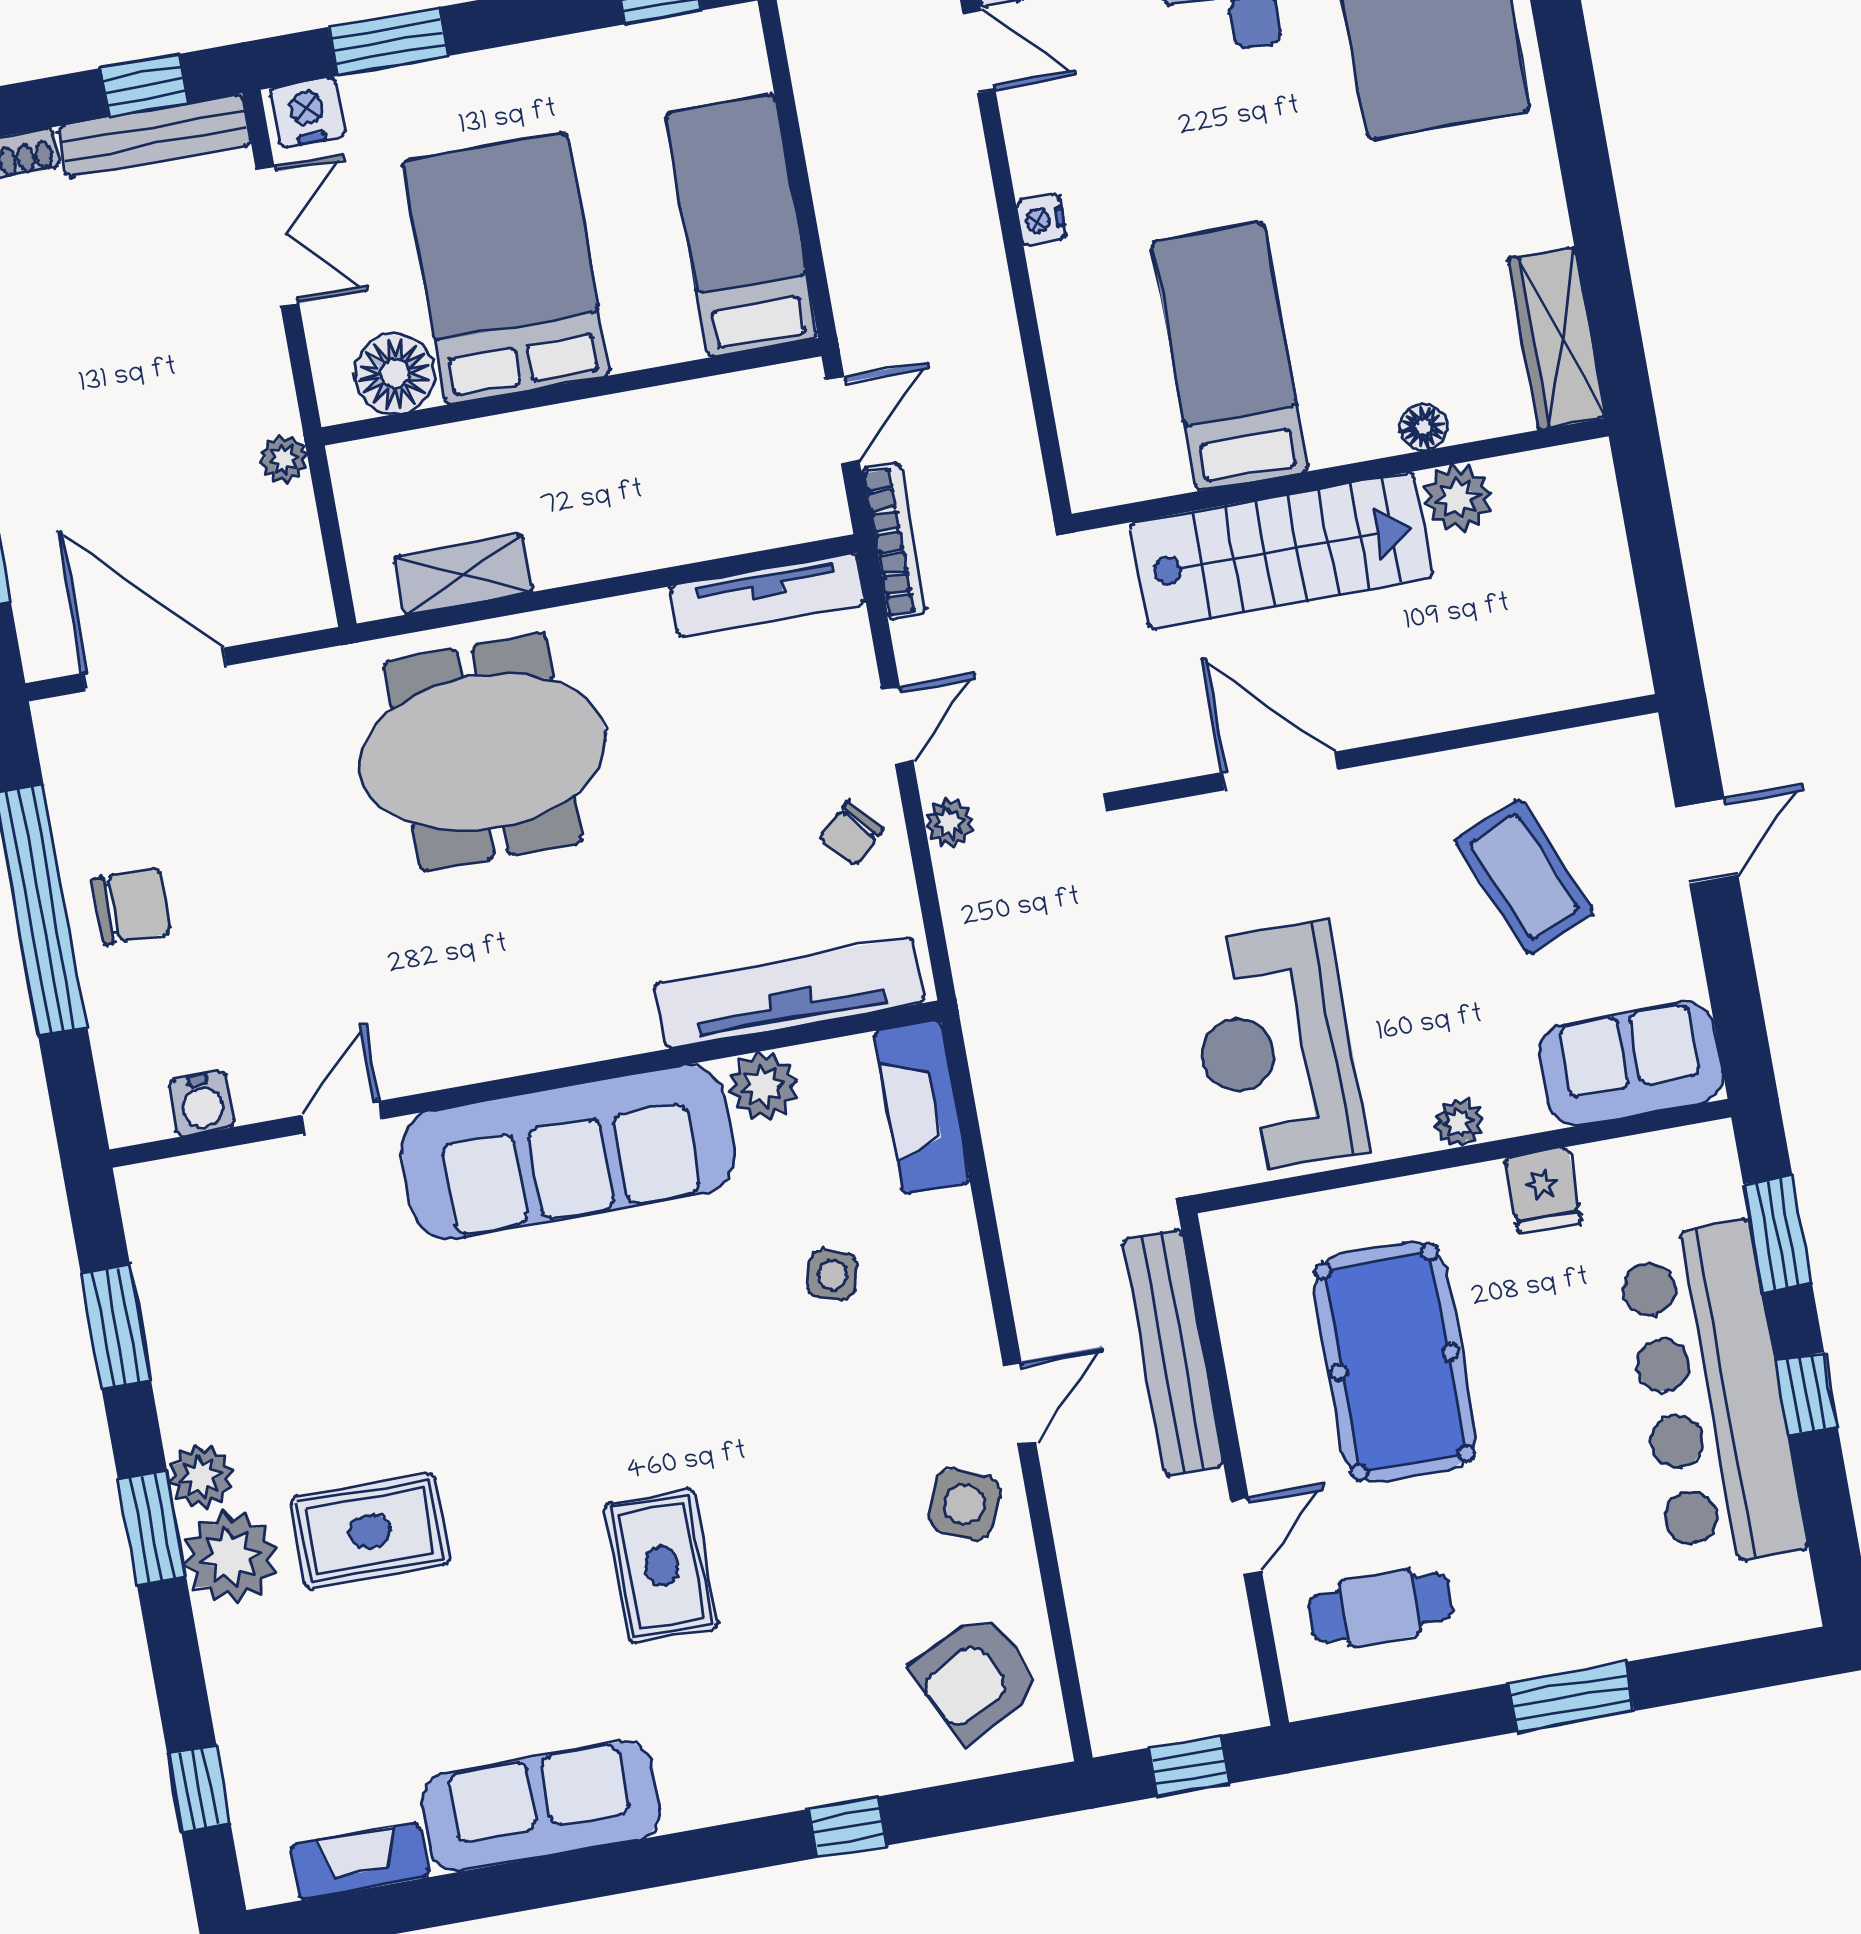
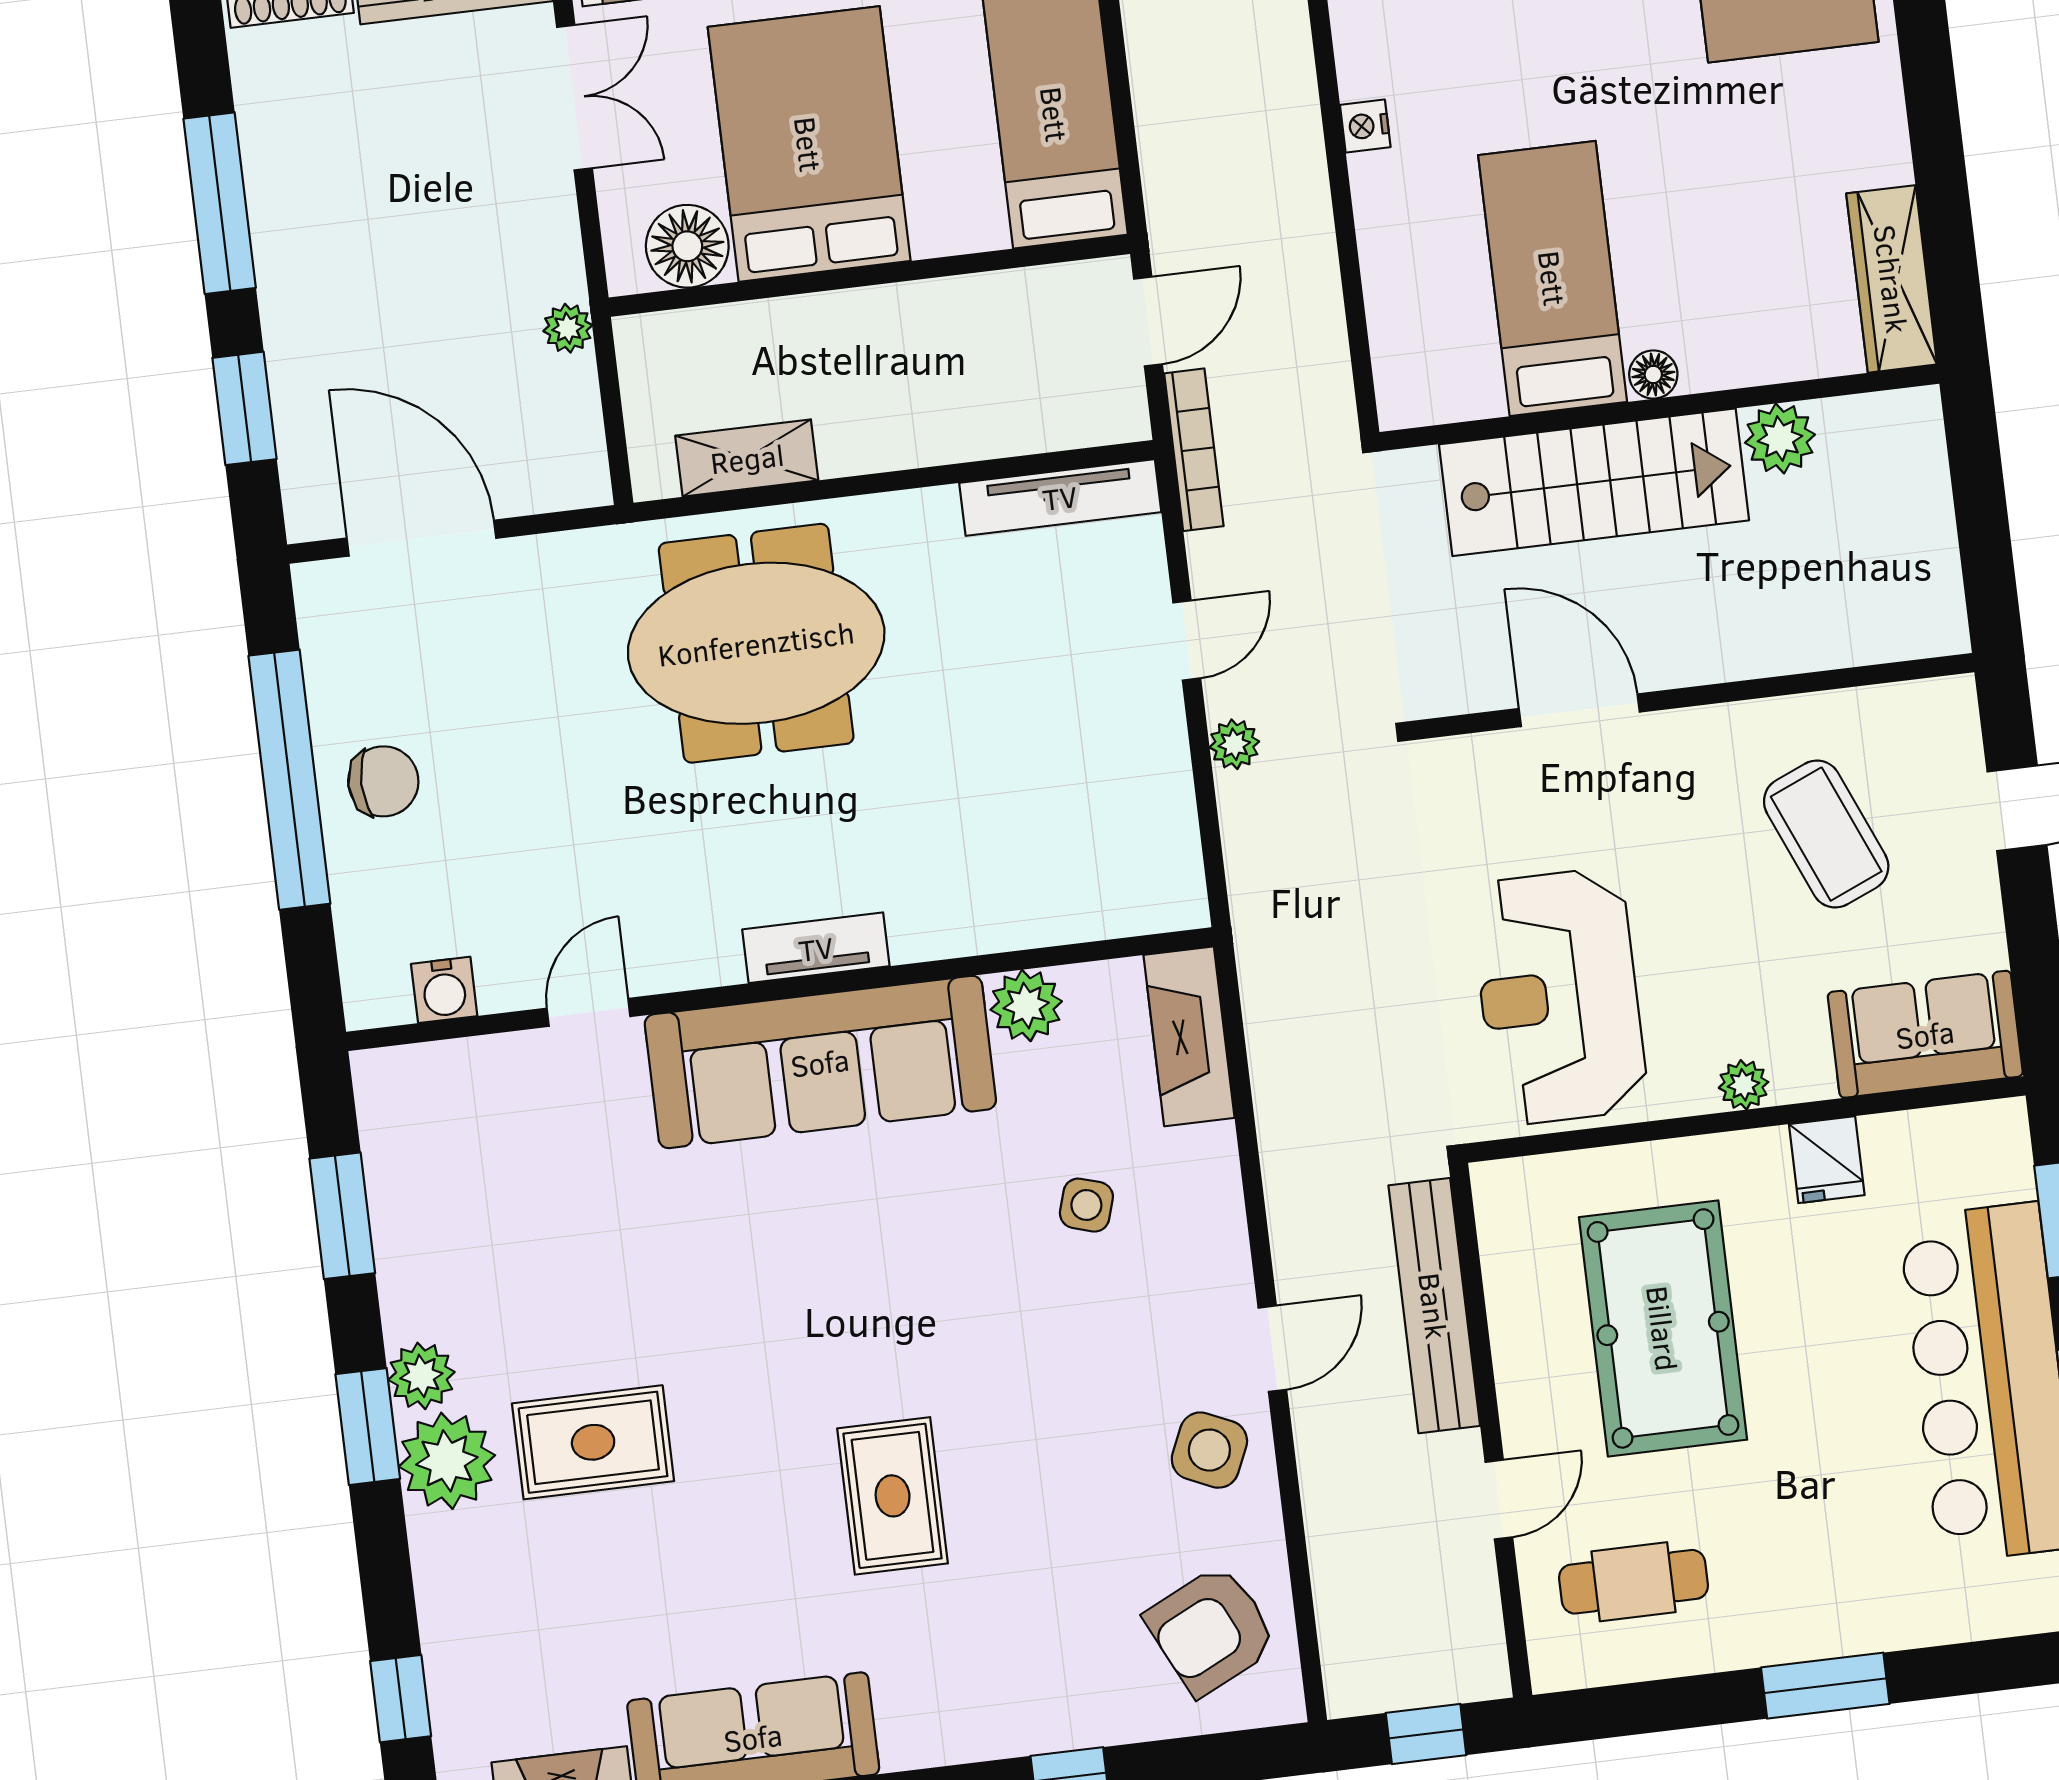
floor lamp: (1424, 427) -> (1653, 374), moved
chair: (851, 834) -> (1132, 750), removed
tv unit: (789, 993) -> (816, 948), moved, width x0.52, depth x0.78

